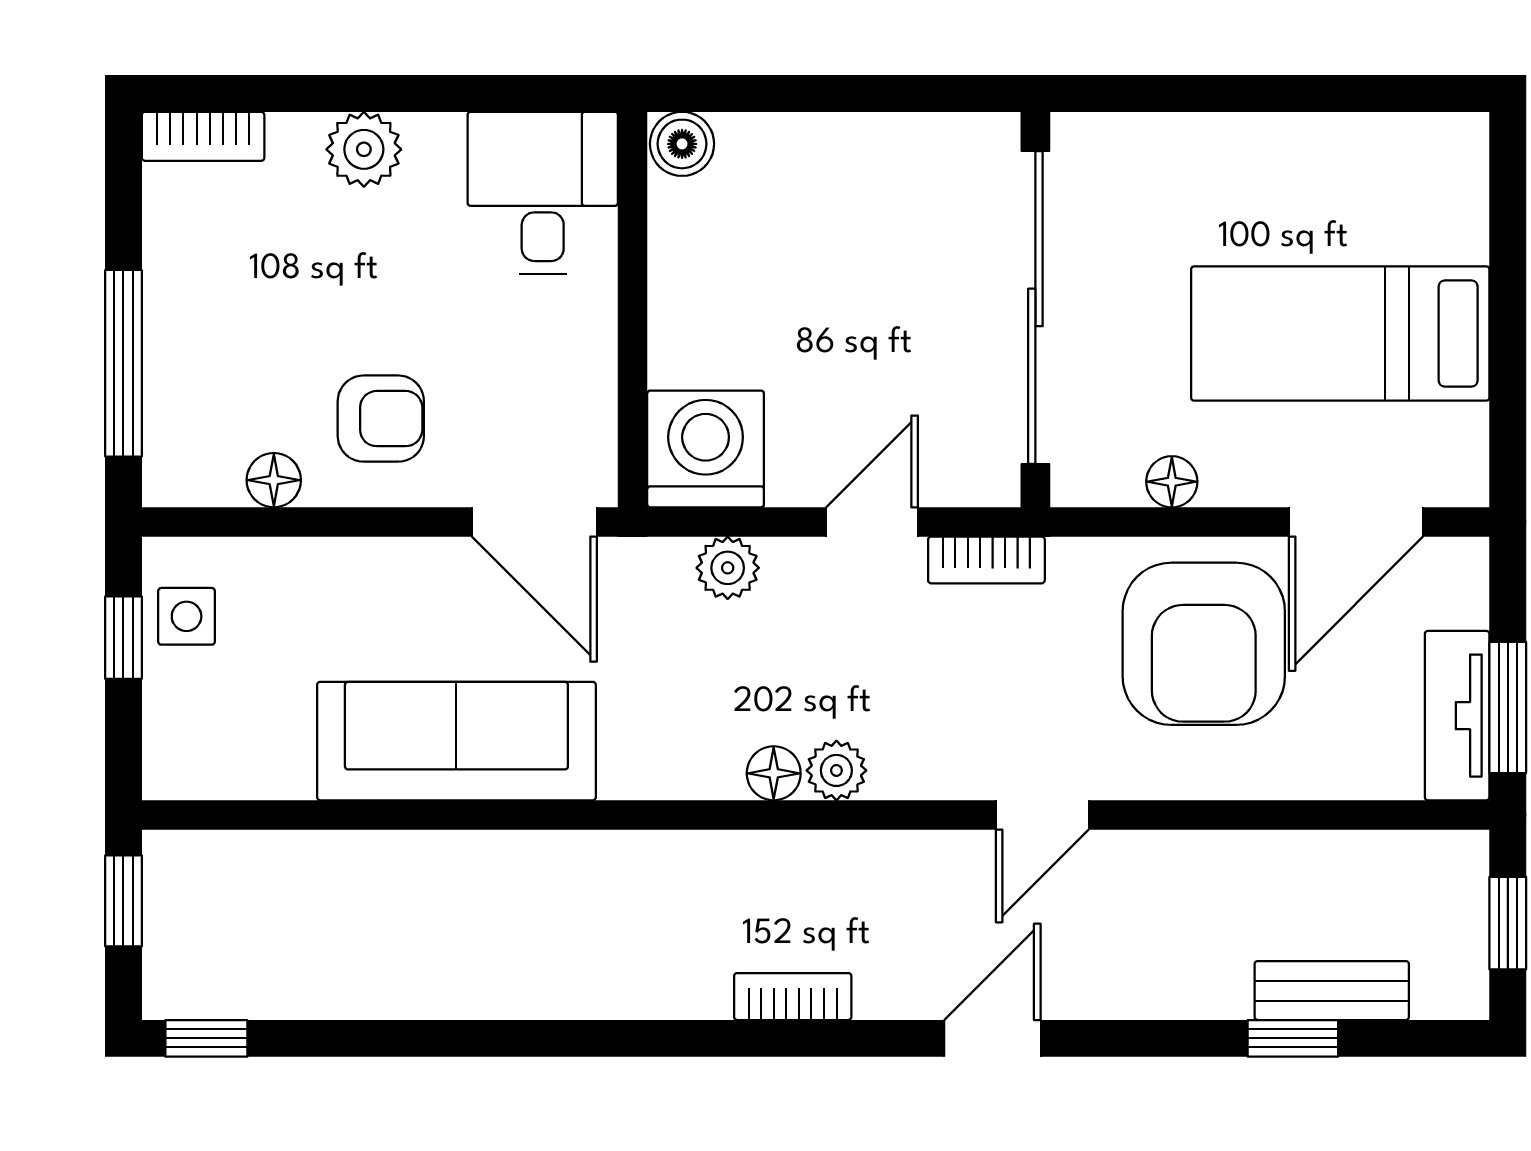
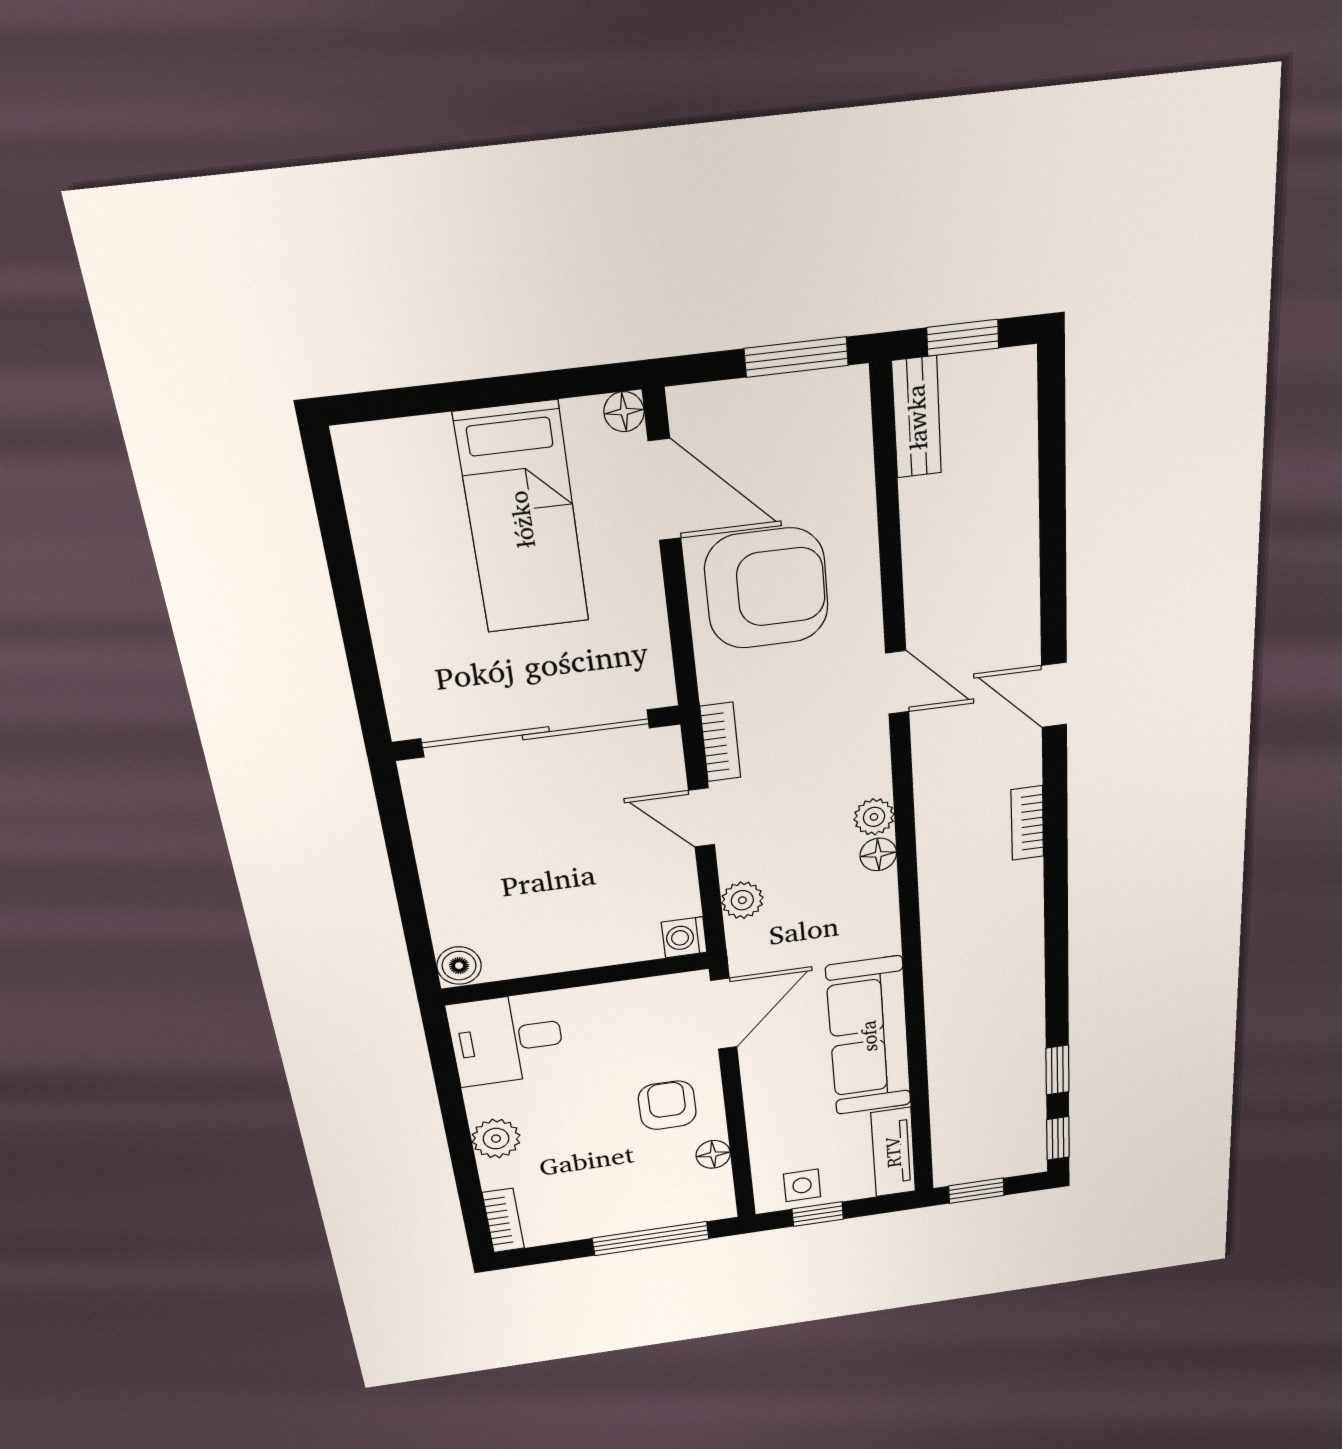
washing machine: (706, 449) -> (684, 937), width x0.53, depth x0.53
floor lamp: (1172, 482) -> (624, 412), moved
tv unit: (1457, 716) -> (893, 1152), moved, turned 90
bench: (1332, 991) -> (917, 417), moved
window: (1293, 1038) -> (1057, 1070), moved

